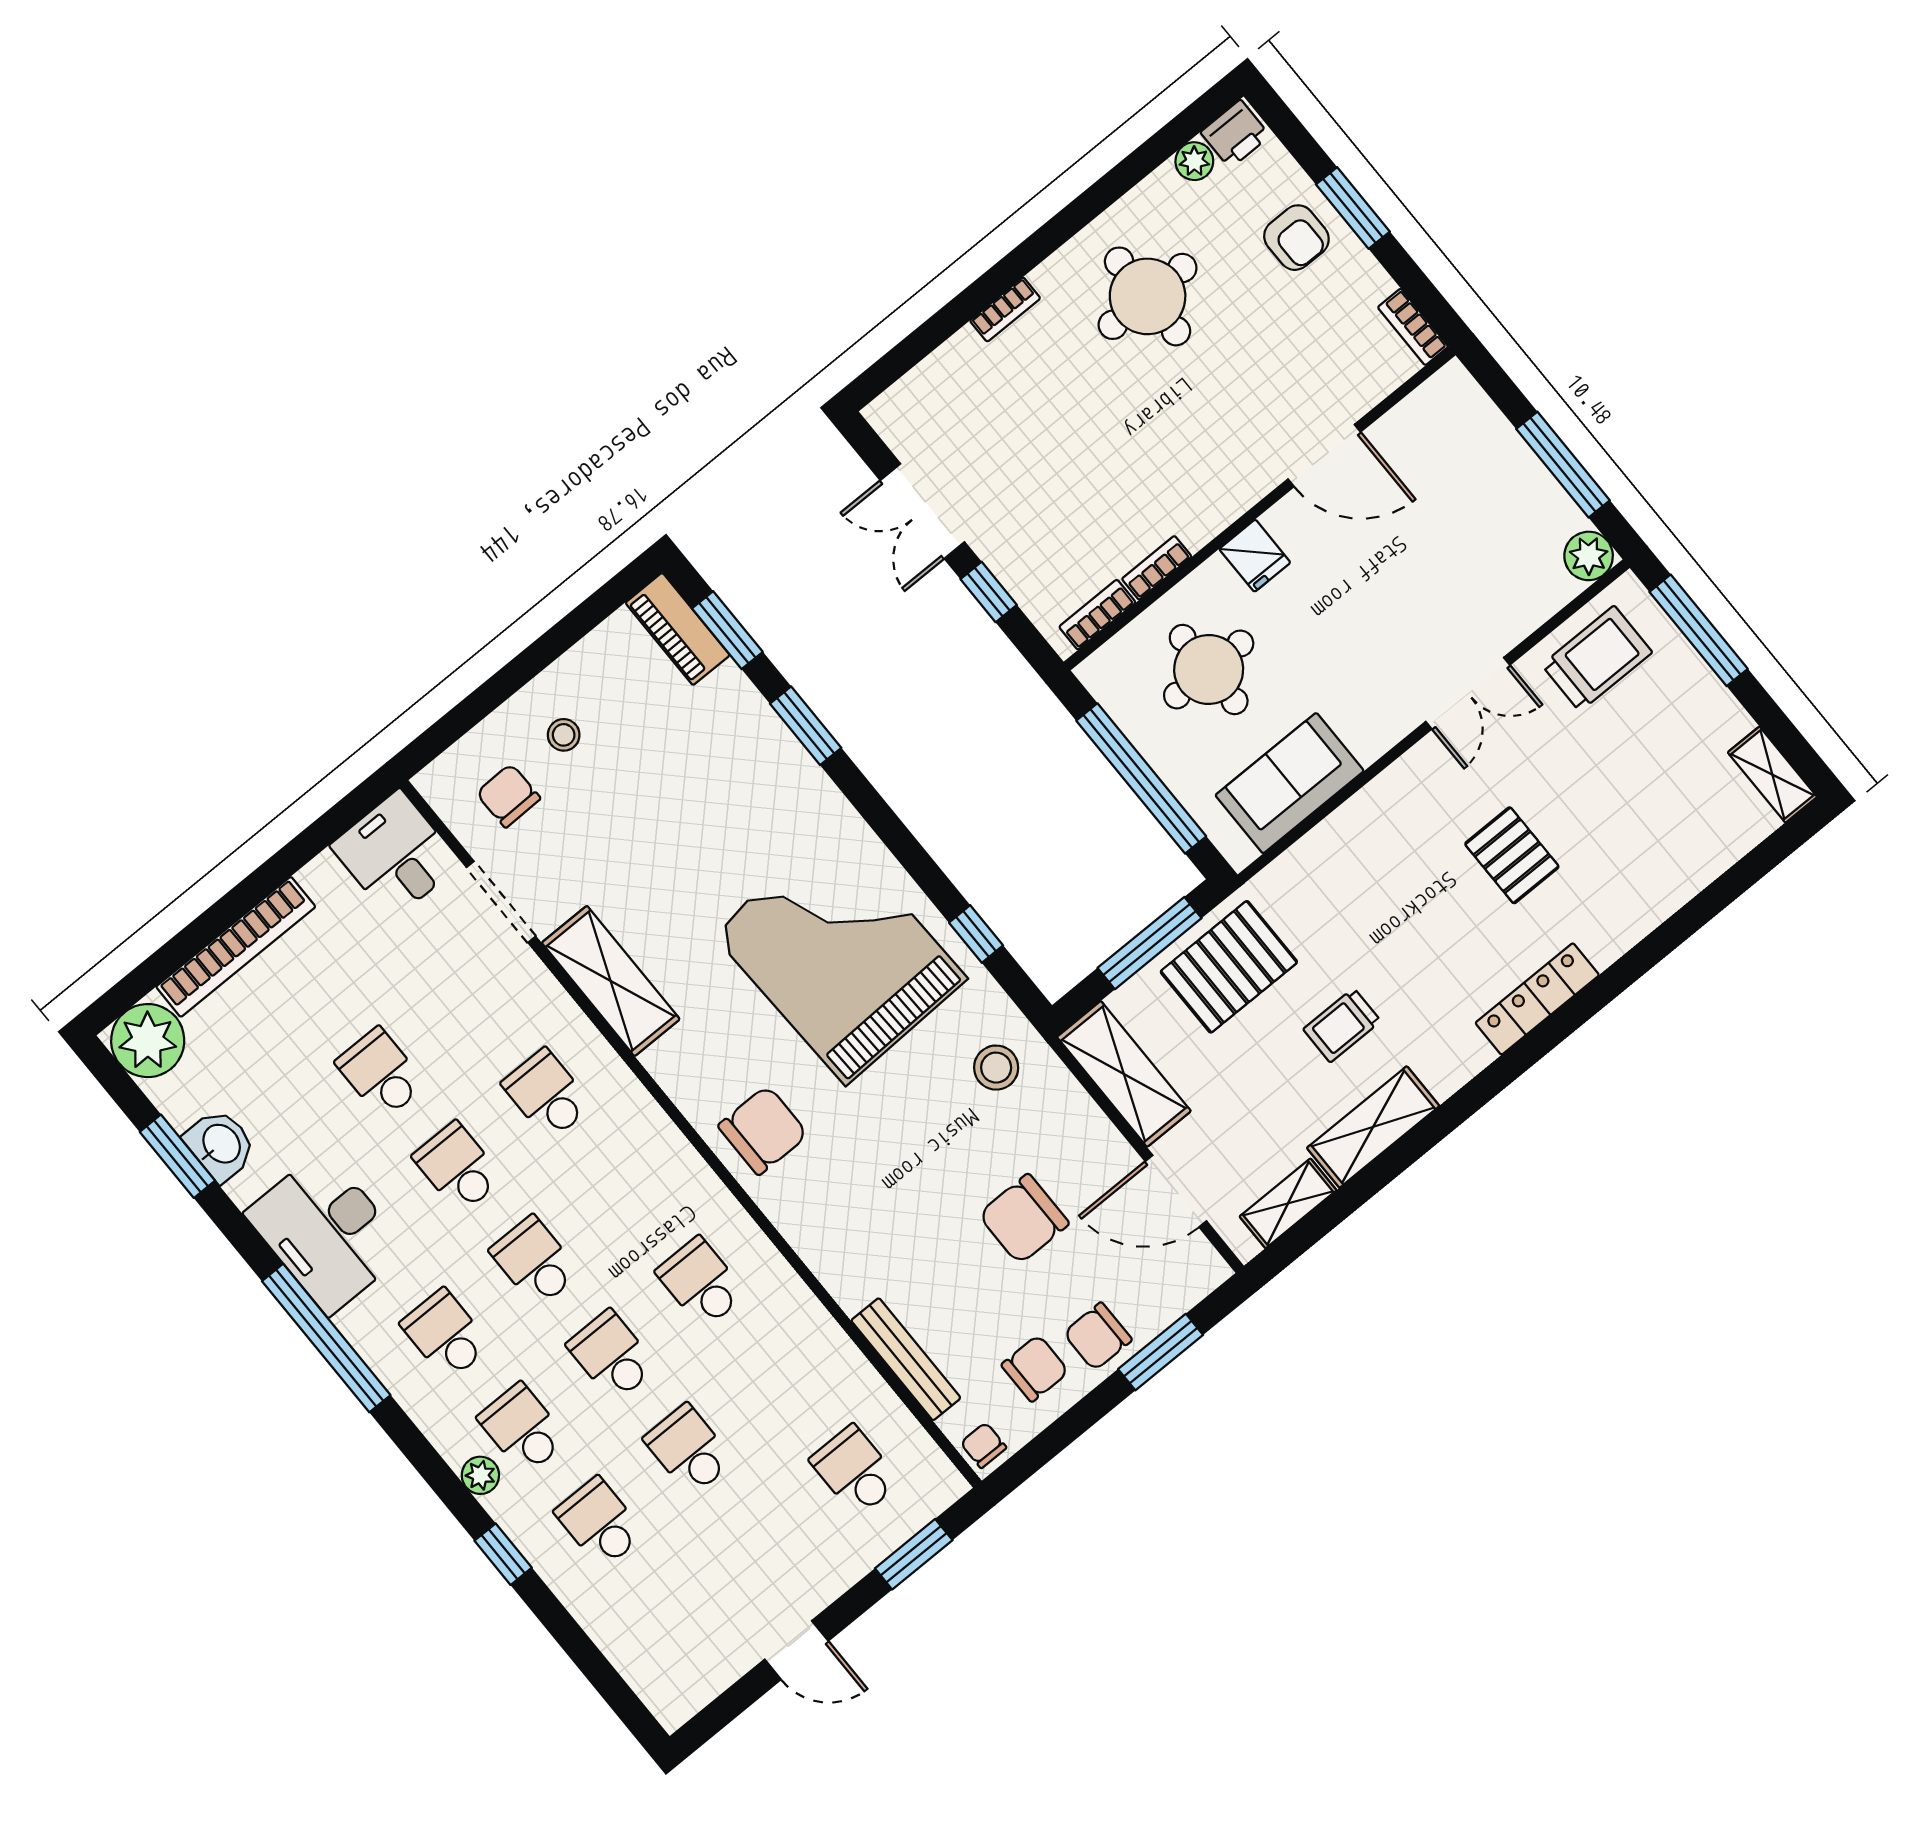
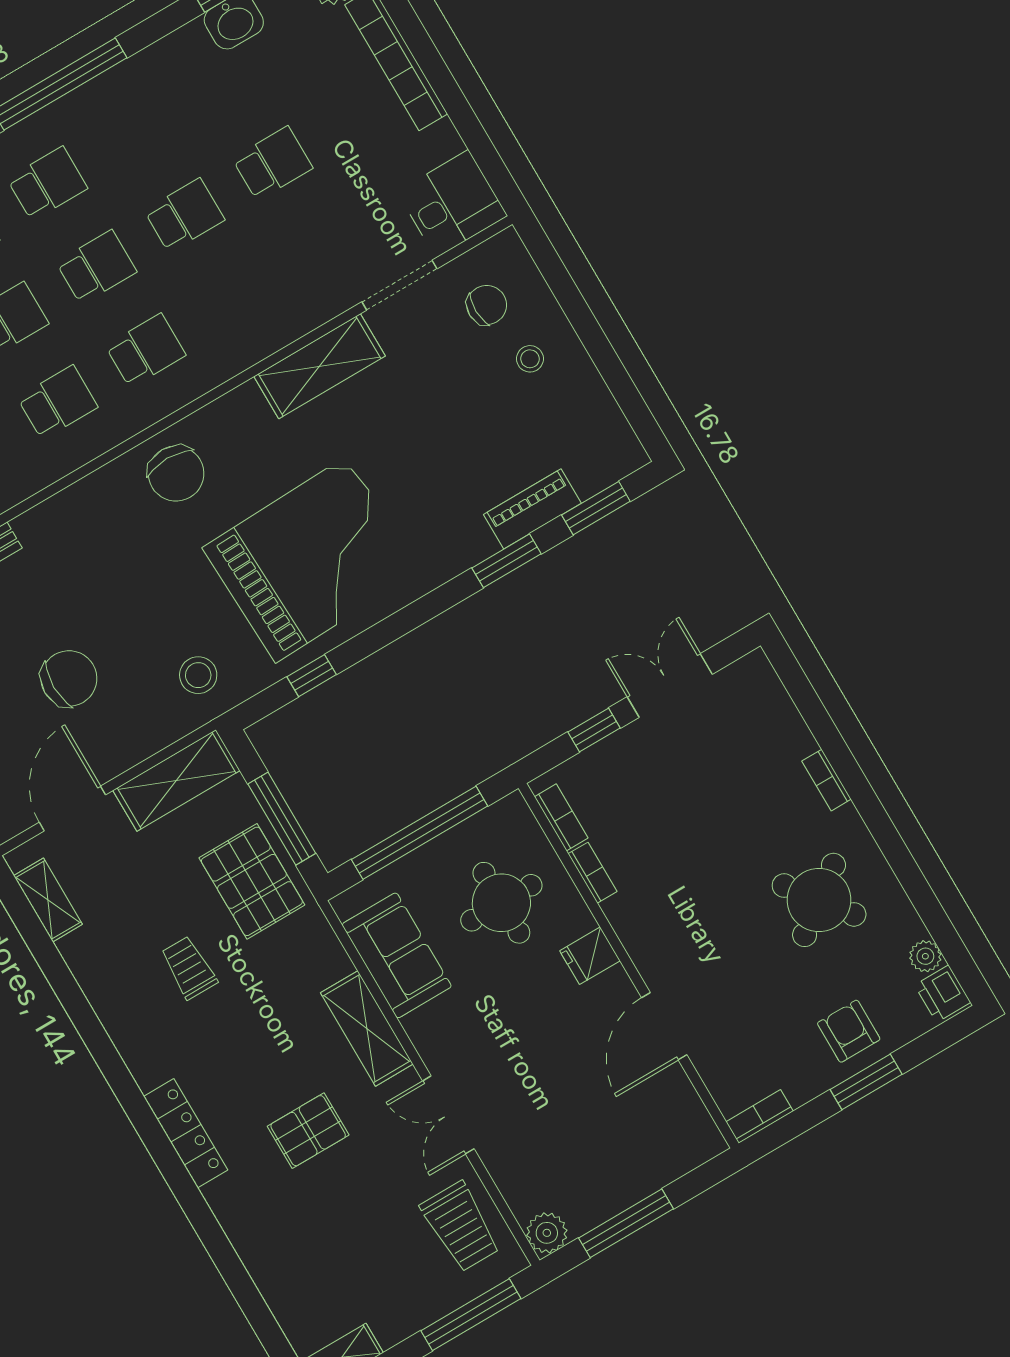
armchair: (1296, 238) -> (849, 1031), turned 90
round table: (1148, 296) -> (819, 900), turned -37
piano: (678, 629) -> (532, 509), moved
school desk: (547, 1094) -> (146, 351), moved
shelving: (1373, 1127) -> (367, 1028), moved
chair: (1024, 1219) -> (69, 678), turned 90
desk: (326, 1232) -> (148, 98), removed

